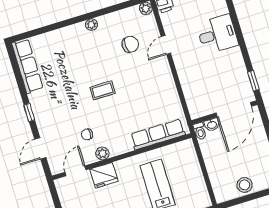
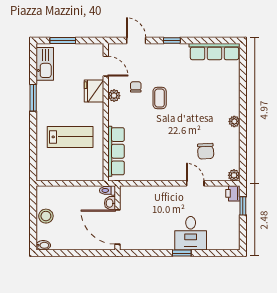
window: (253, 81) -> (182, 253), moved
coffee table: (103, 90) -> (160, 98), moved

